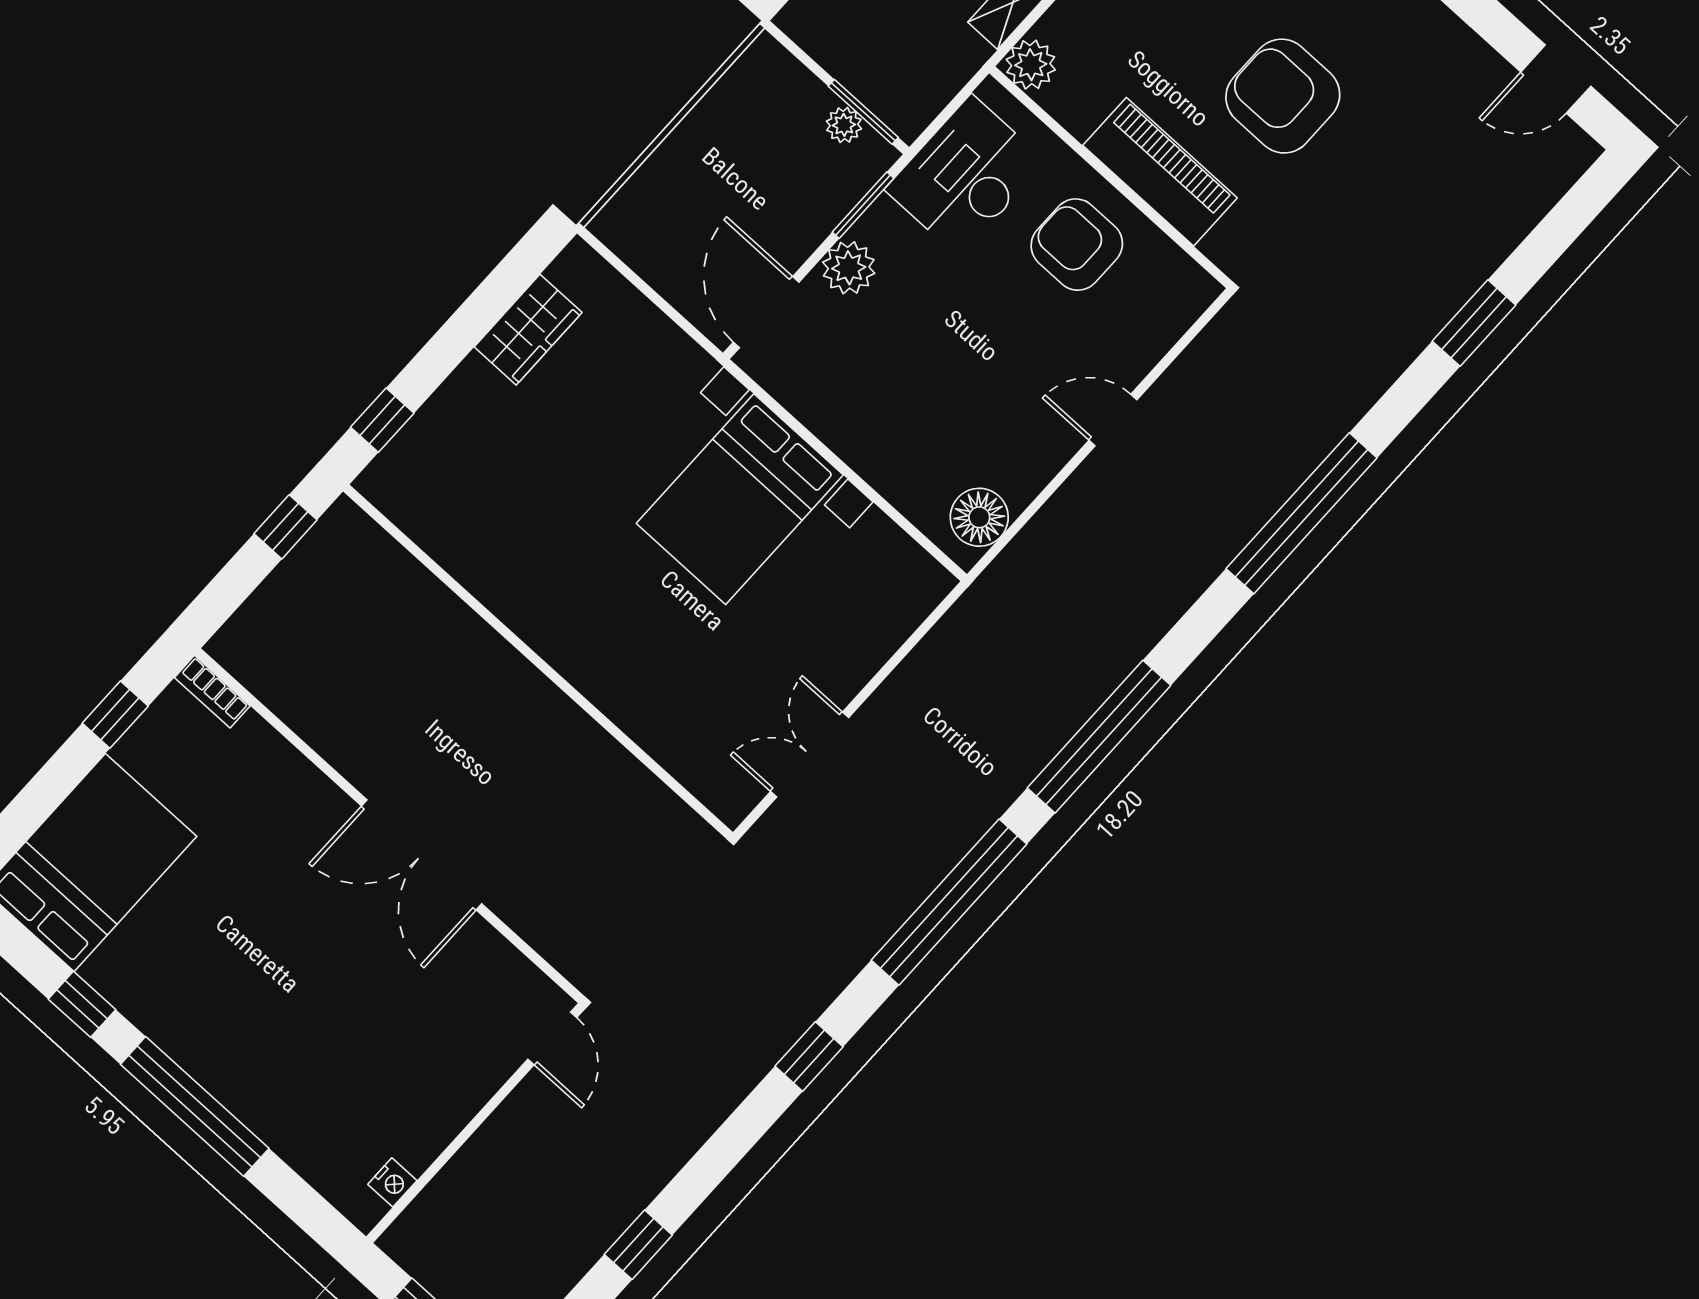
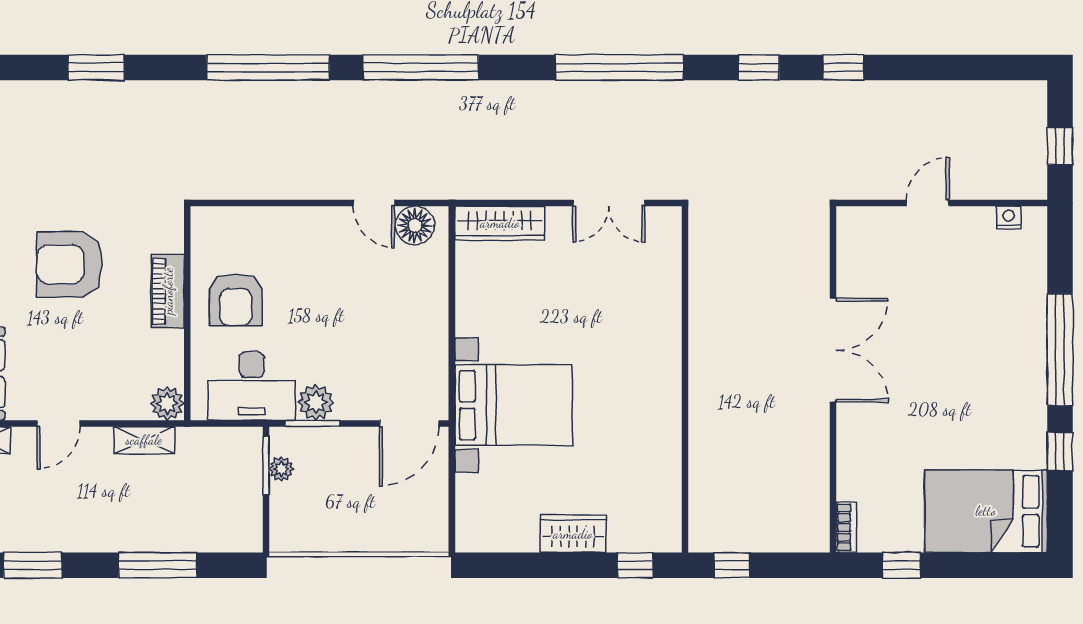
armchair: (1283, 96) -> (70, 264), turned 90
piano: (1160, 172) -> (168, 291), width x0.73, depth x0.75
plant: (849, 268) -> (316, 402), moved
wardrobe: (528, 330) -> (573, 534), moved
door: (1113, 420) -> (374, 203), moved
bed with nightstands: (740, 499) -> (514, 405), moved
wardrobe: (897, 613) -> (500, 223), added
window: (1099, 737) -> (421, 67), moved
door: (552, 1038) -> (928, 203), moved
window: (638, 1245) -> (843, 67), moved

